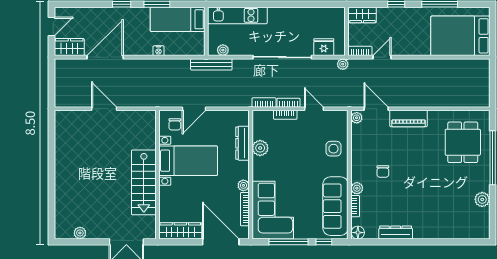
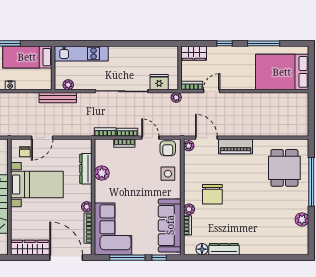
armchair: (333, 120) -> (168, 148), added
chair: (383, 171) -> (212, 194), width x1.87, depth x1.87
floor lamp: (358, 233) -> (202, 249), moved

